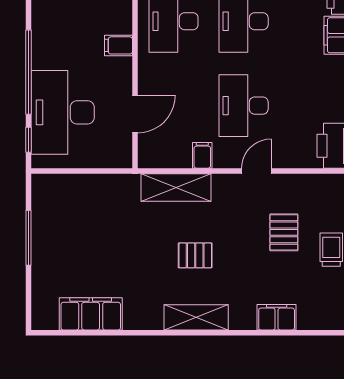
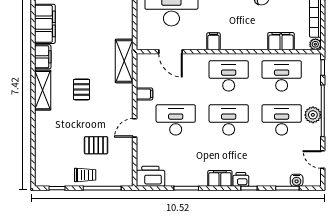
door: (256, 171) -> (135, 128), swing flipped
shelving: (176, 188) -> (124, 61), moved
filing cabinet: (277, 317) -> (43, 57), moved

